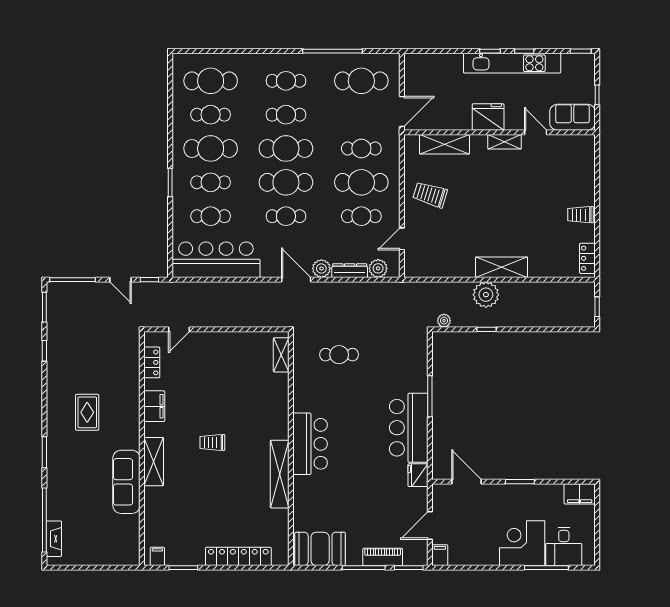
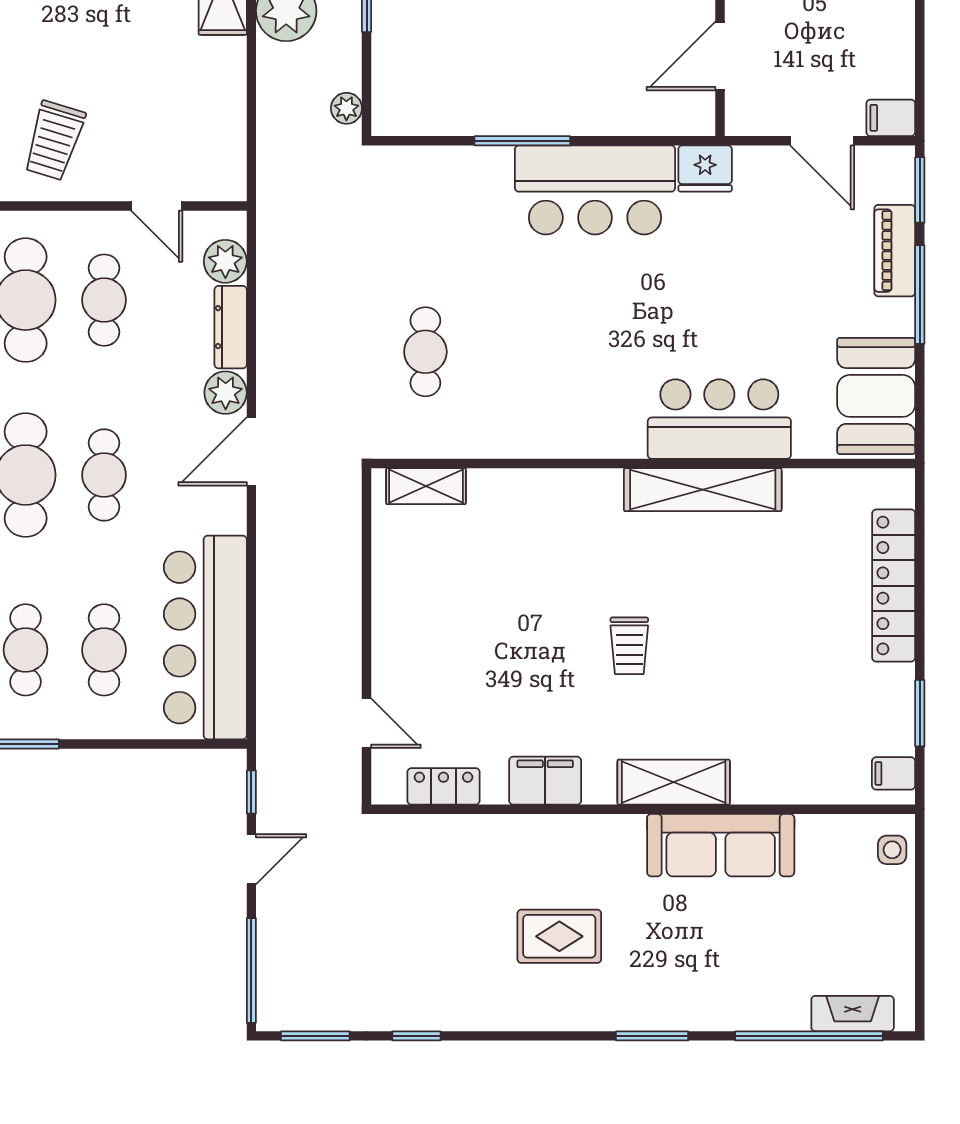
bar counter: (310, 444) -> (719, 419), moved
side table: (124, 556) -> (892, 850), added

